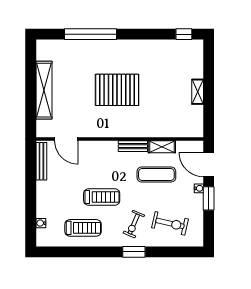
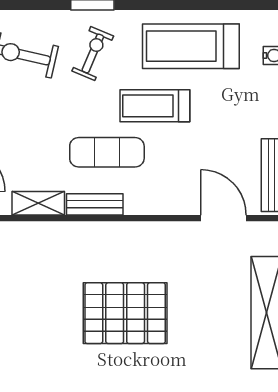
exercise mat: (156, 175) -> (107, 152), moved
treadmill: (83, 228) -> (191, 46), width x1.37, depth x1.38

